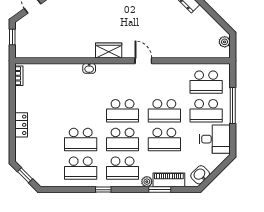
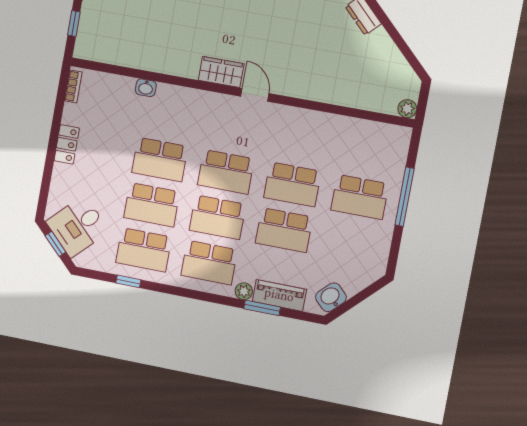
plant: (225, 42) -> (407, 109), moved
door: (143, 61) -> (255, 95), moved
washbasin: (89, 68) -> (146, 88), moved
school desk: (206, 82) -> (160, 160), moved
locker: (21, 125) -> (67, 144), moved
desk: (215, 139) -> (78, 226), moved, turned 135
window: (103, 190) -> (128, 281), moved

